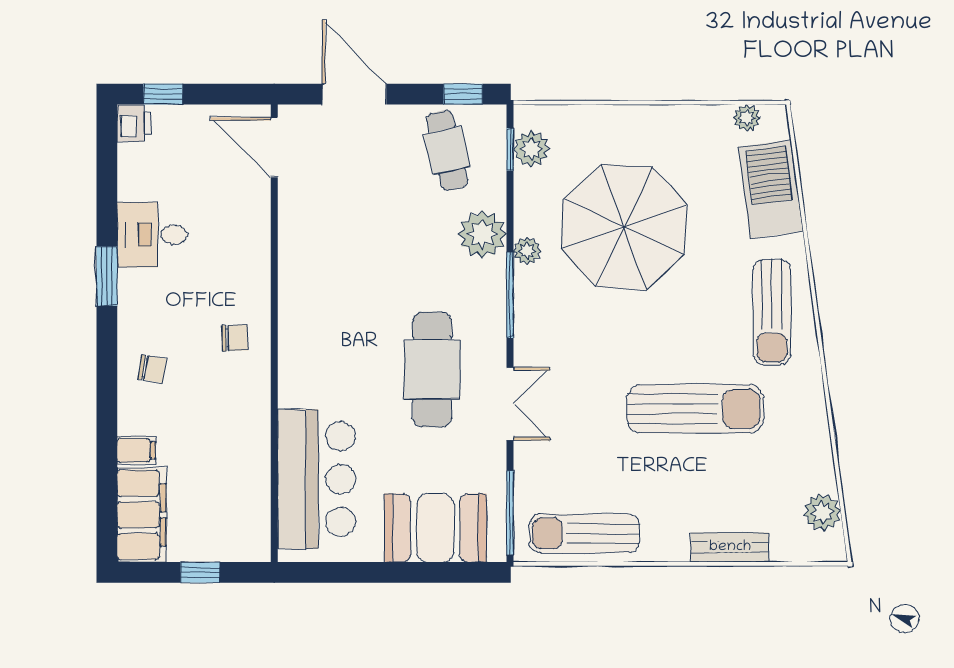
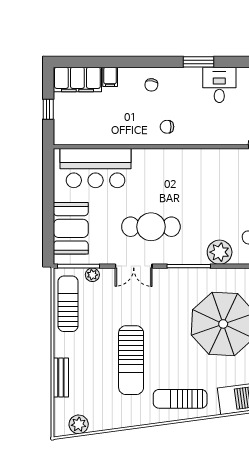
plant: (527, 251) -> (92, 275), moved
chair: (235, 338) -> (167, 127), turned 92

